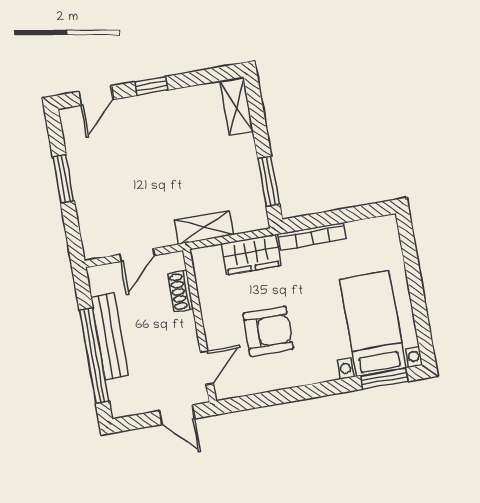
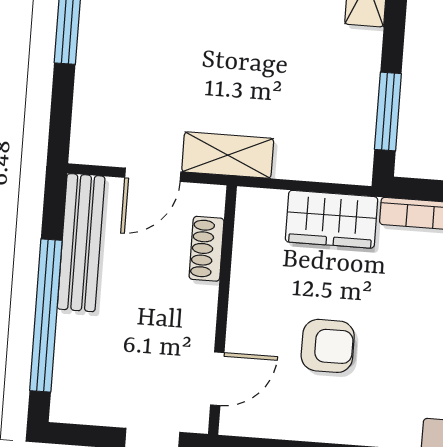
shelving: (204, 227) -> (228, 155), moved
armchair: (268, 331) -> (328, 346), width x0.72, depth x0.72
bench: (110, 336) -> (81, 243), moved

